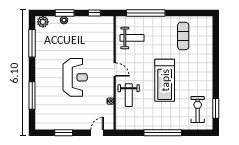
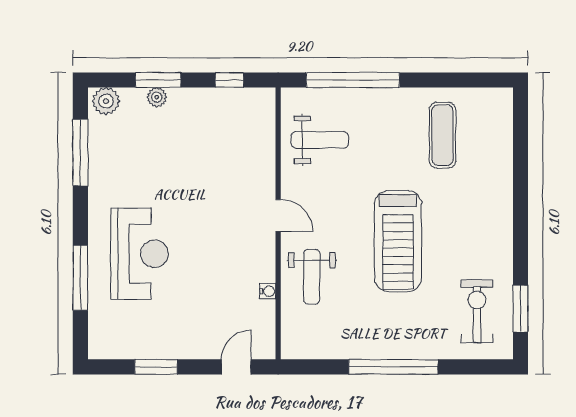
reception desk: (75, 77) -> (139, 254), moved

